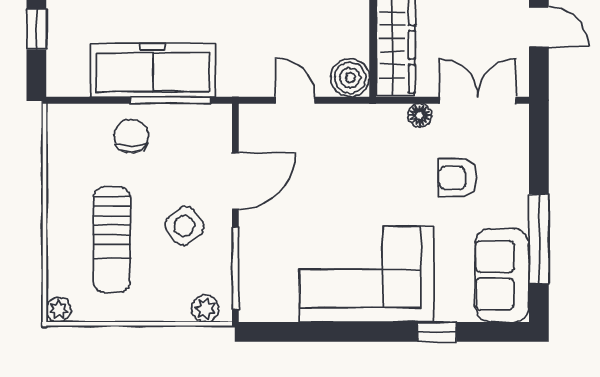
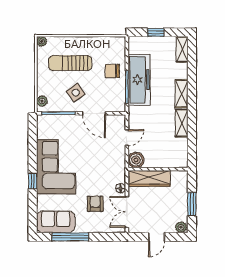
double door: (478, 100) -> (127, 212), swing flipped
chair: (131, 136) -> (112, 71), turned 180
window: (437, 332) -> (33, 181), moved

